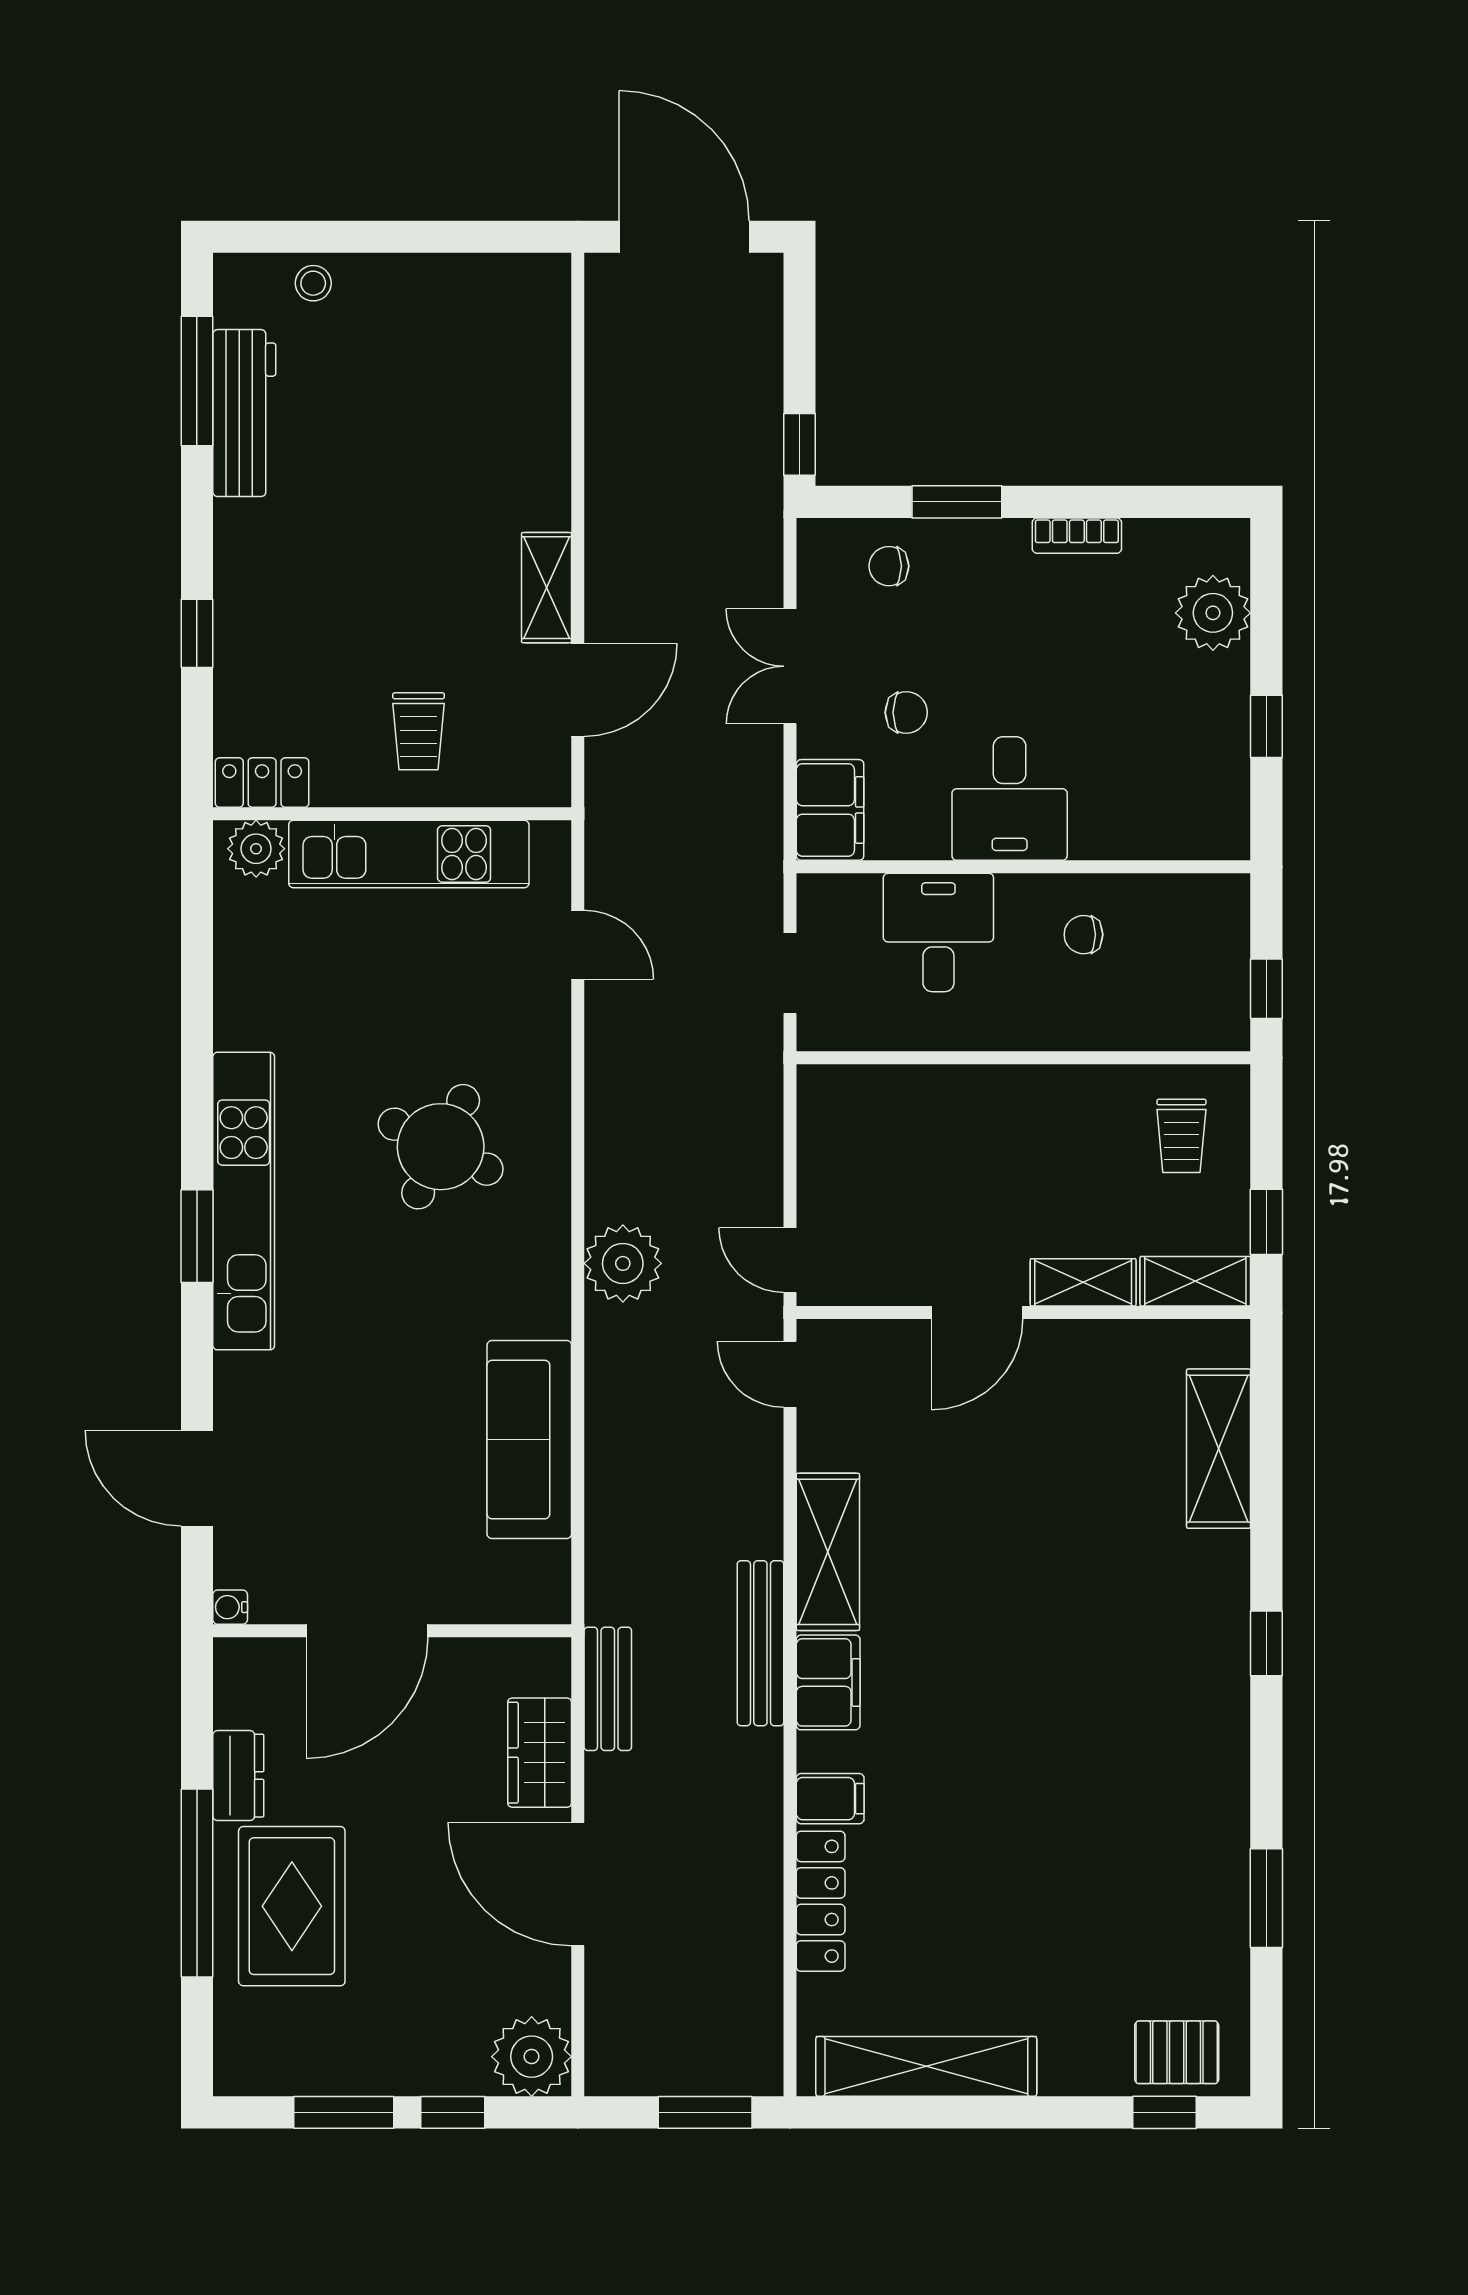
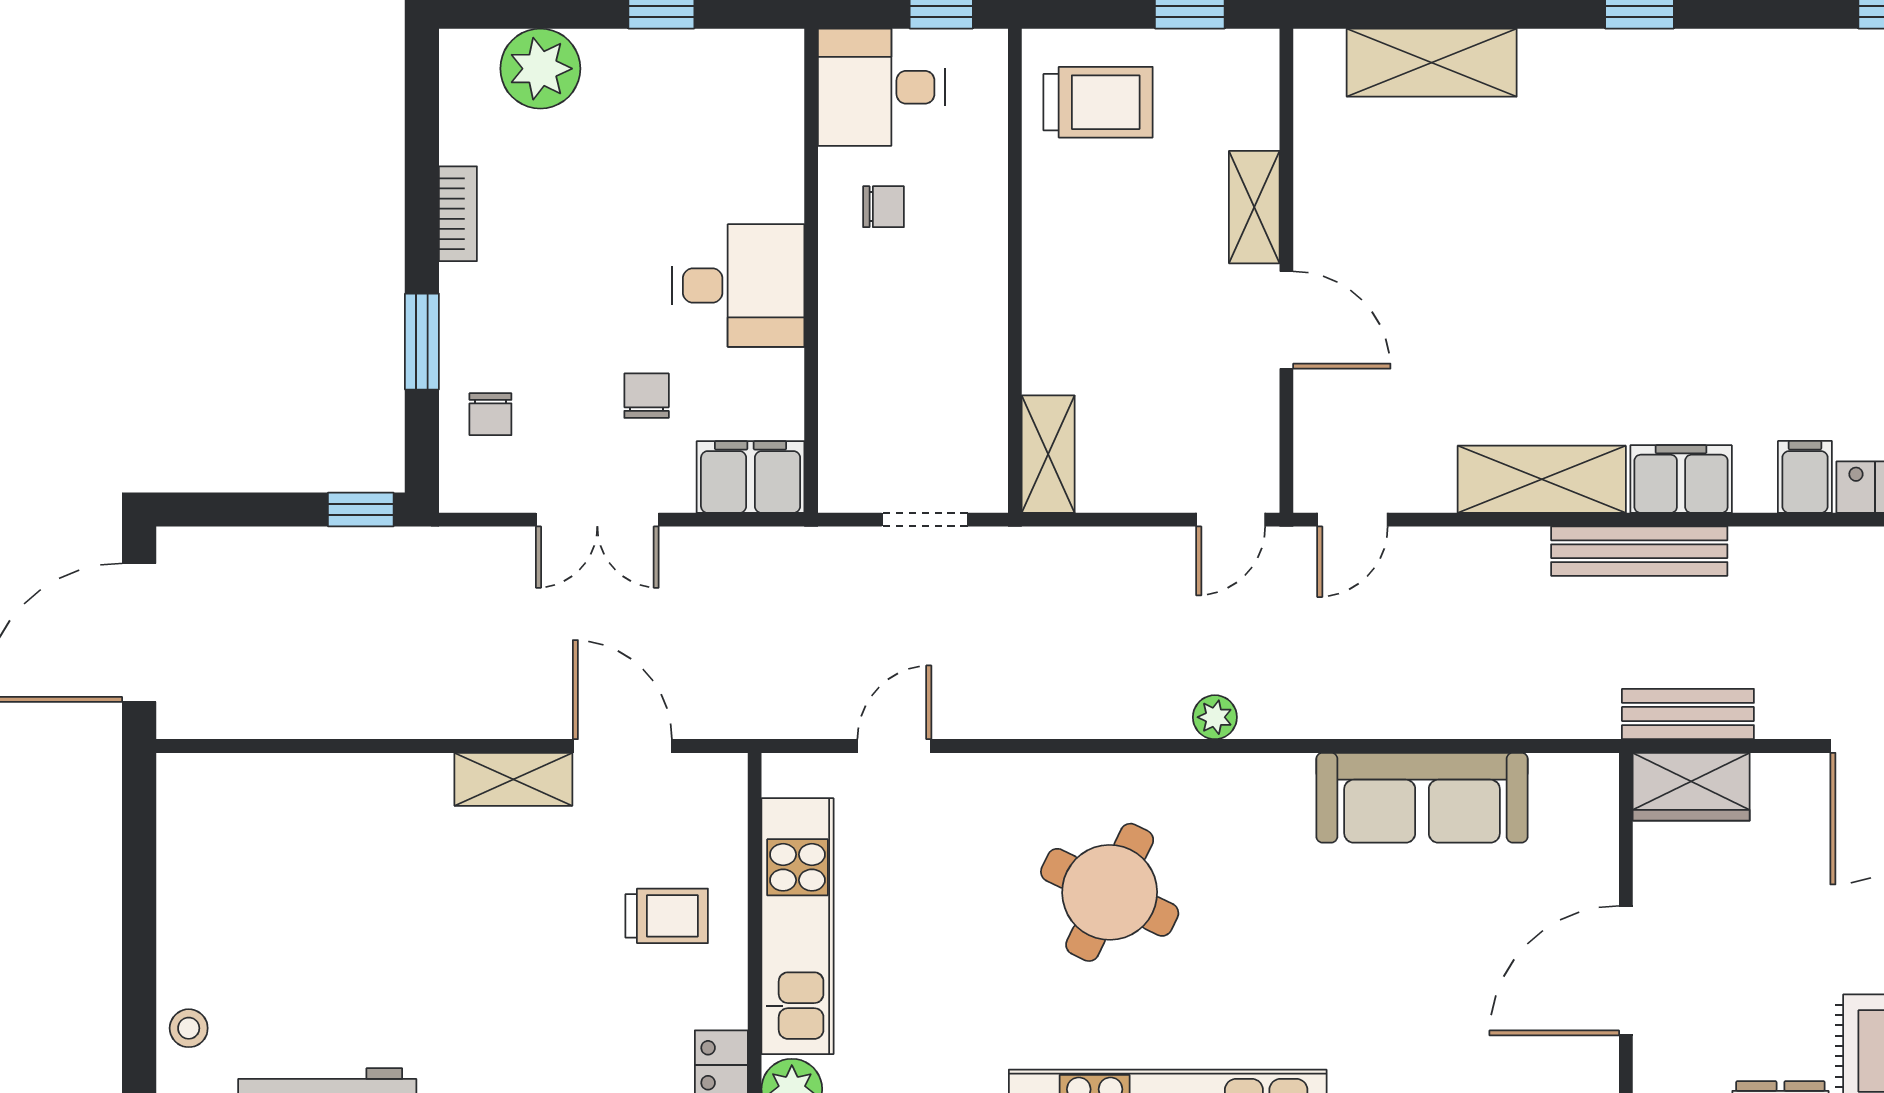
desk: (938, 933) -> (881, 87), moved
chair: (1083, 935) -> (884, 207), turned -90
trolley: (1181, 1136) -> (1098, 102), width x1.36, depth x1.39
plant: (623, 1263) -> (1215, 717), width x0.53, depth x0.53
shelving: (1195, 1281) -> (1048, 454), moved
door: (367, 1631) -> (1626, 971), swing flipped
wardrobe: (540, 1753) -> (1691, 787), moved

